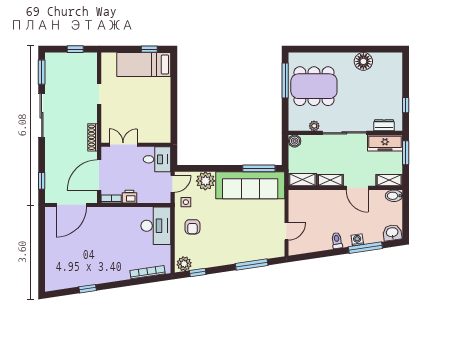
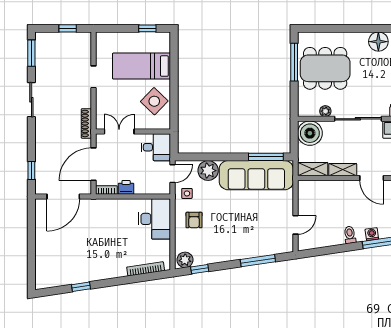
bed: (144, 64) -> (141, 66), moved
sliding door: (42, 115) -> (31, 100), width x0.73
side table: (156, 117) -> (154, 101), added
boiler: (295, 141) -> (310, 133), width x1.86, depth x1.86

